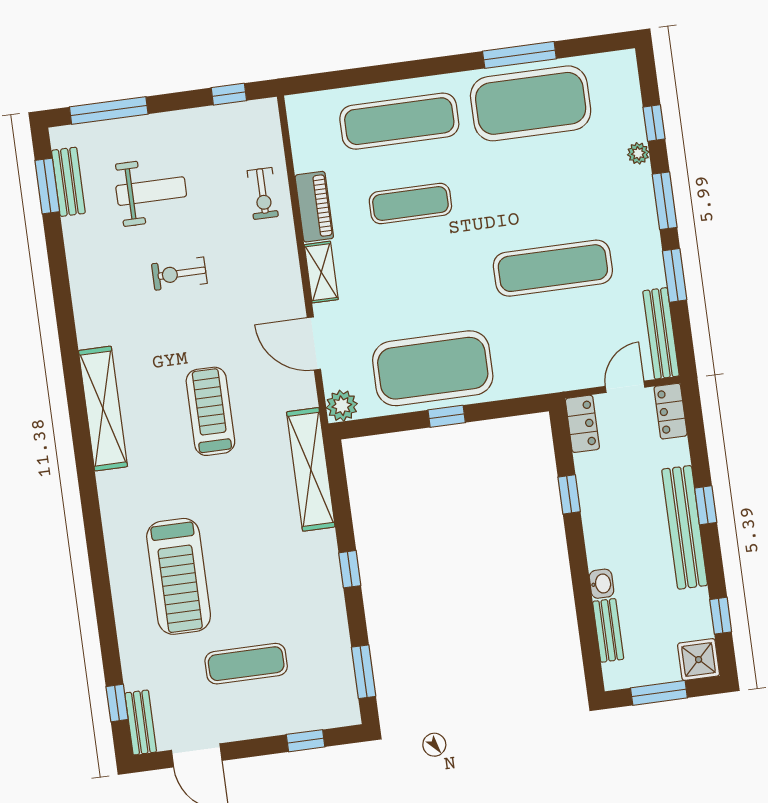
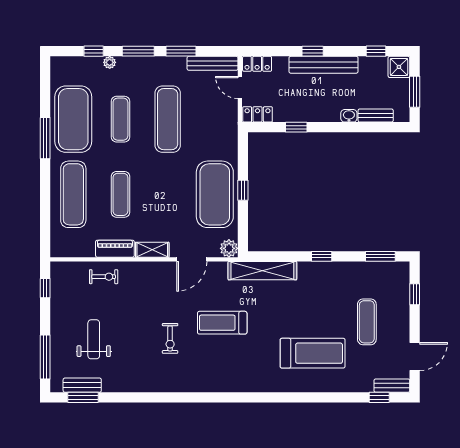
window: (519, 55) -> (45, 138), moved
exercise mat: (542, 186) -> (120, 119), added
exercise bike: (179, 274) -> (170, 338), moved
shelving: (103, 409) -> (212, 383), removed

